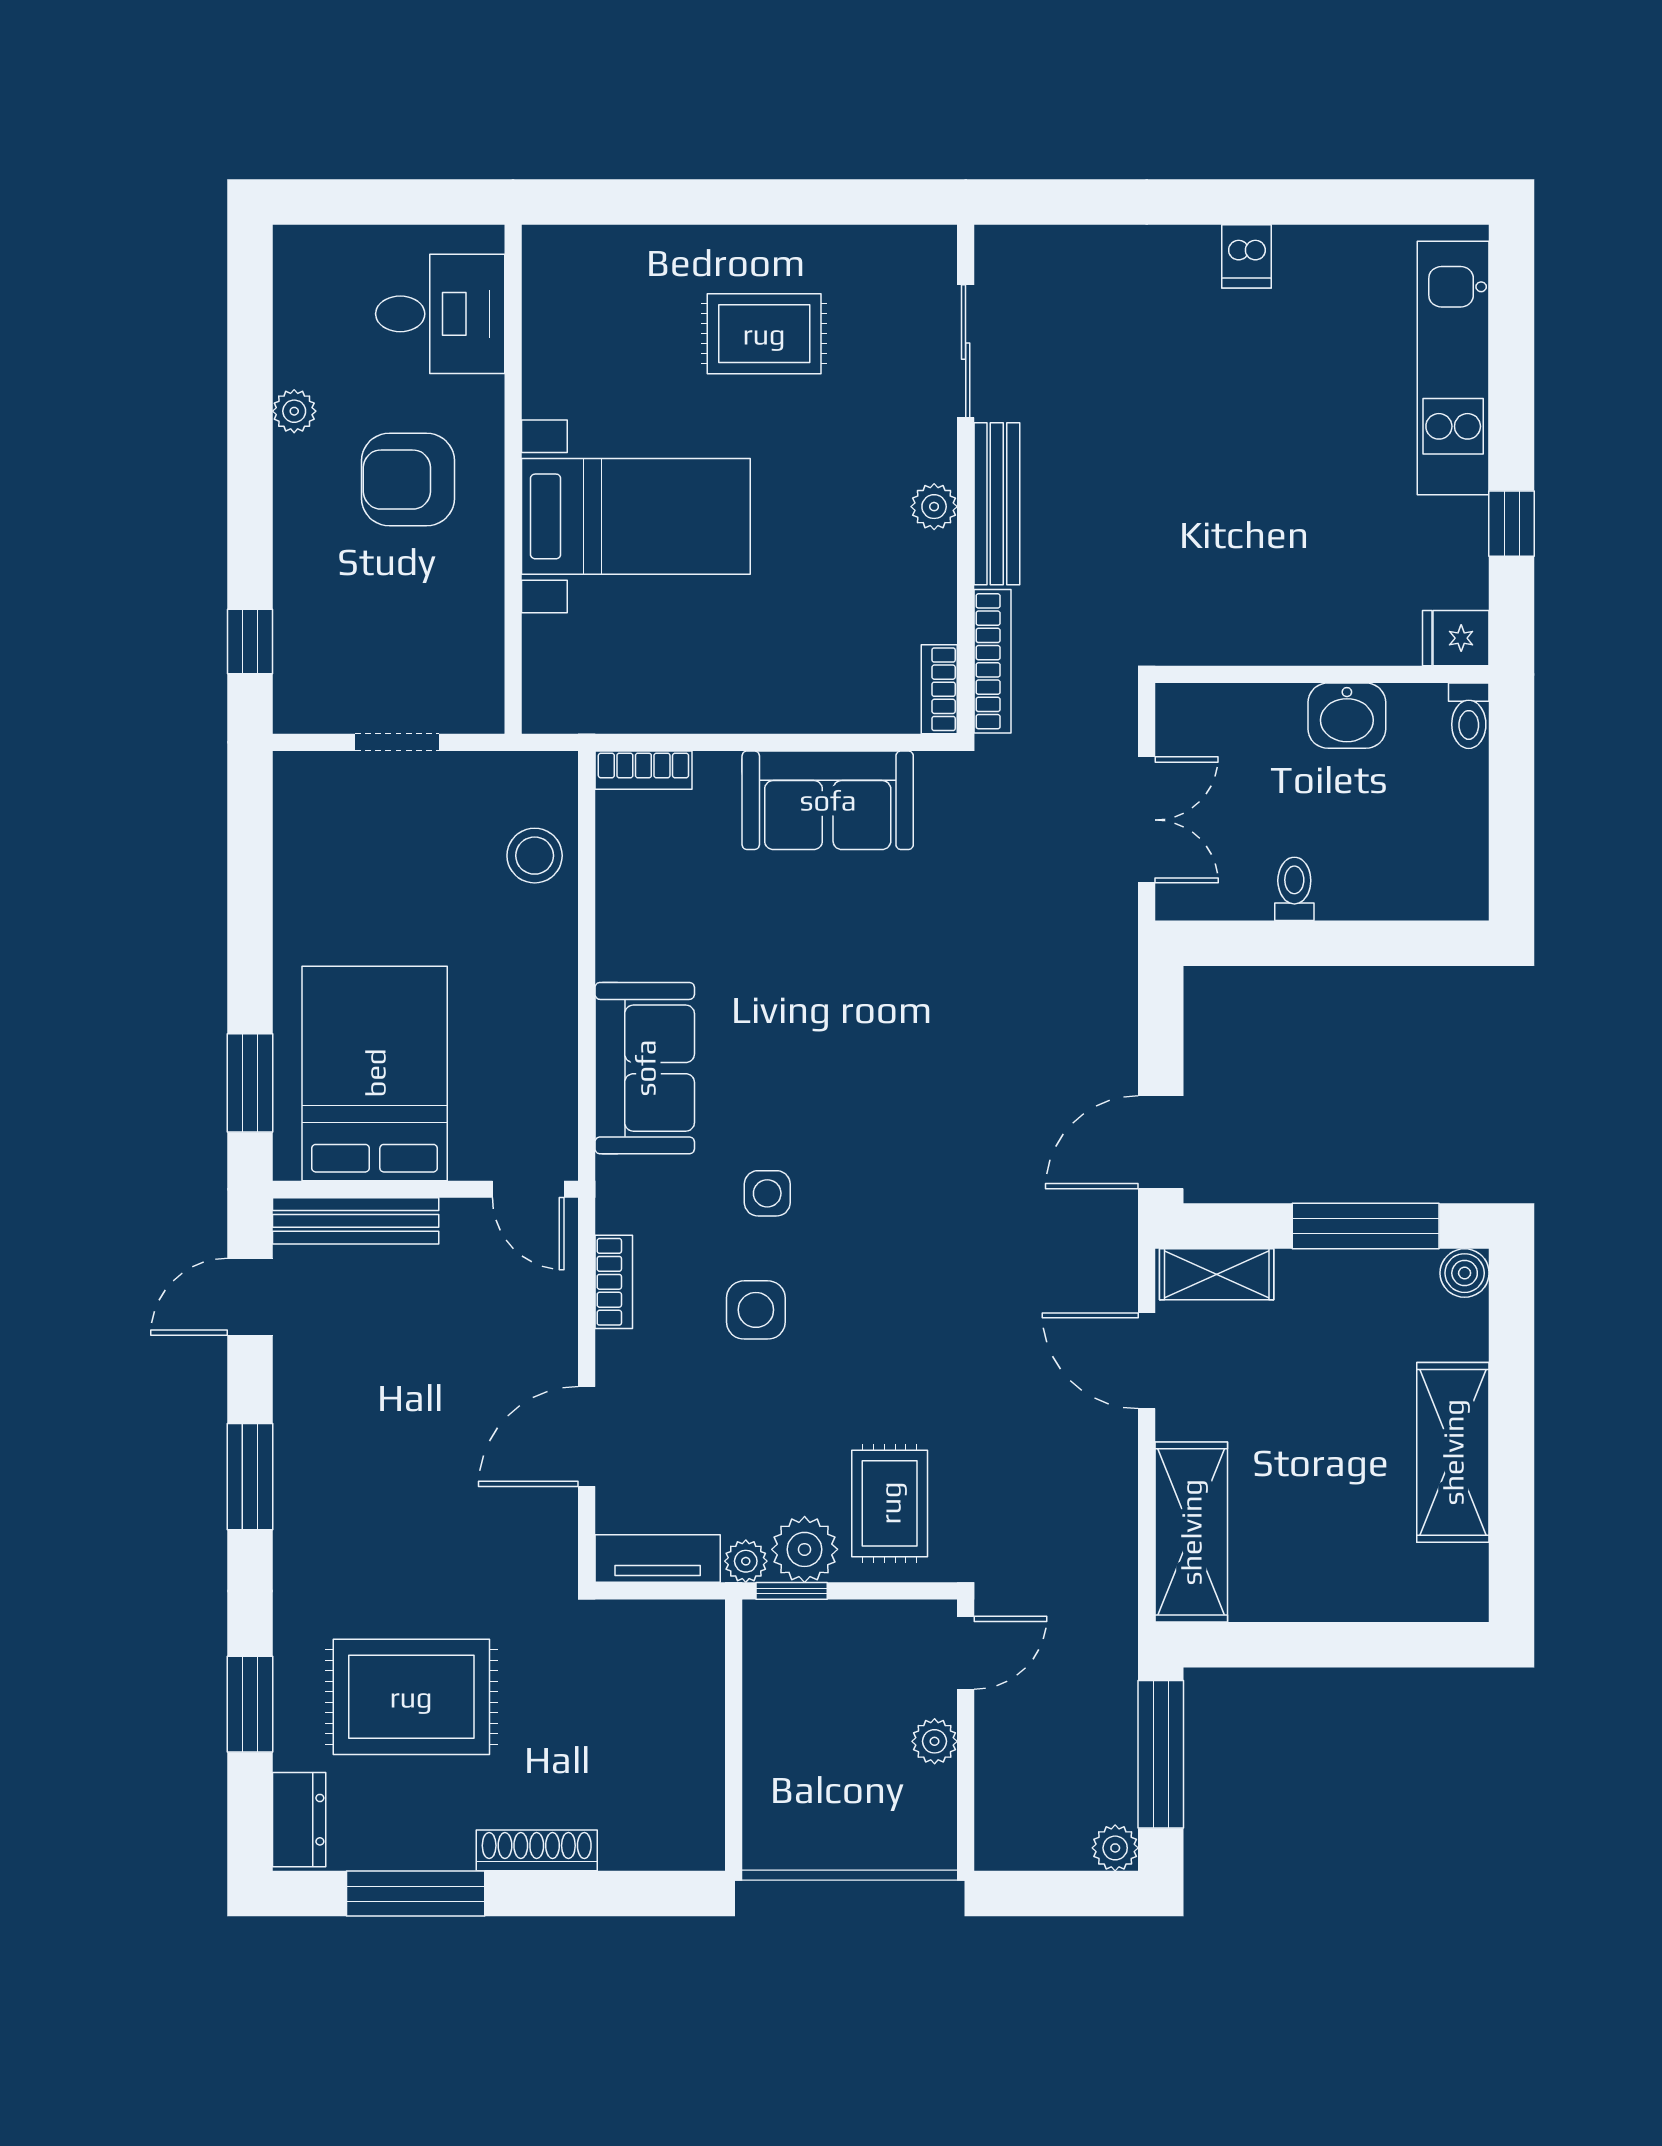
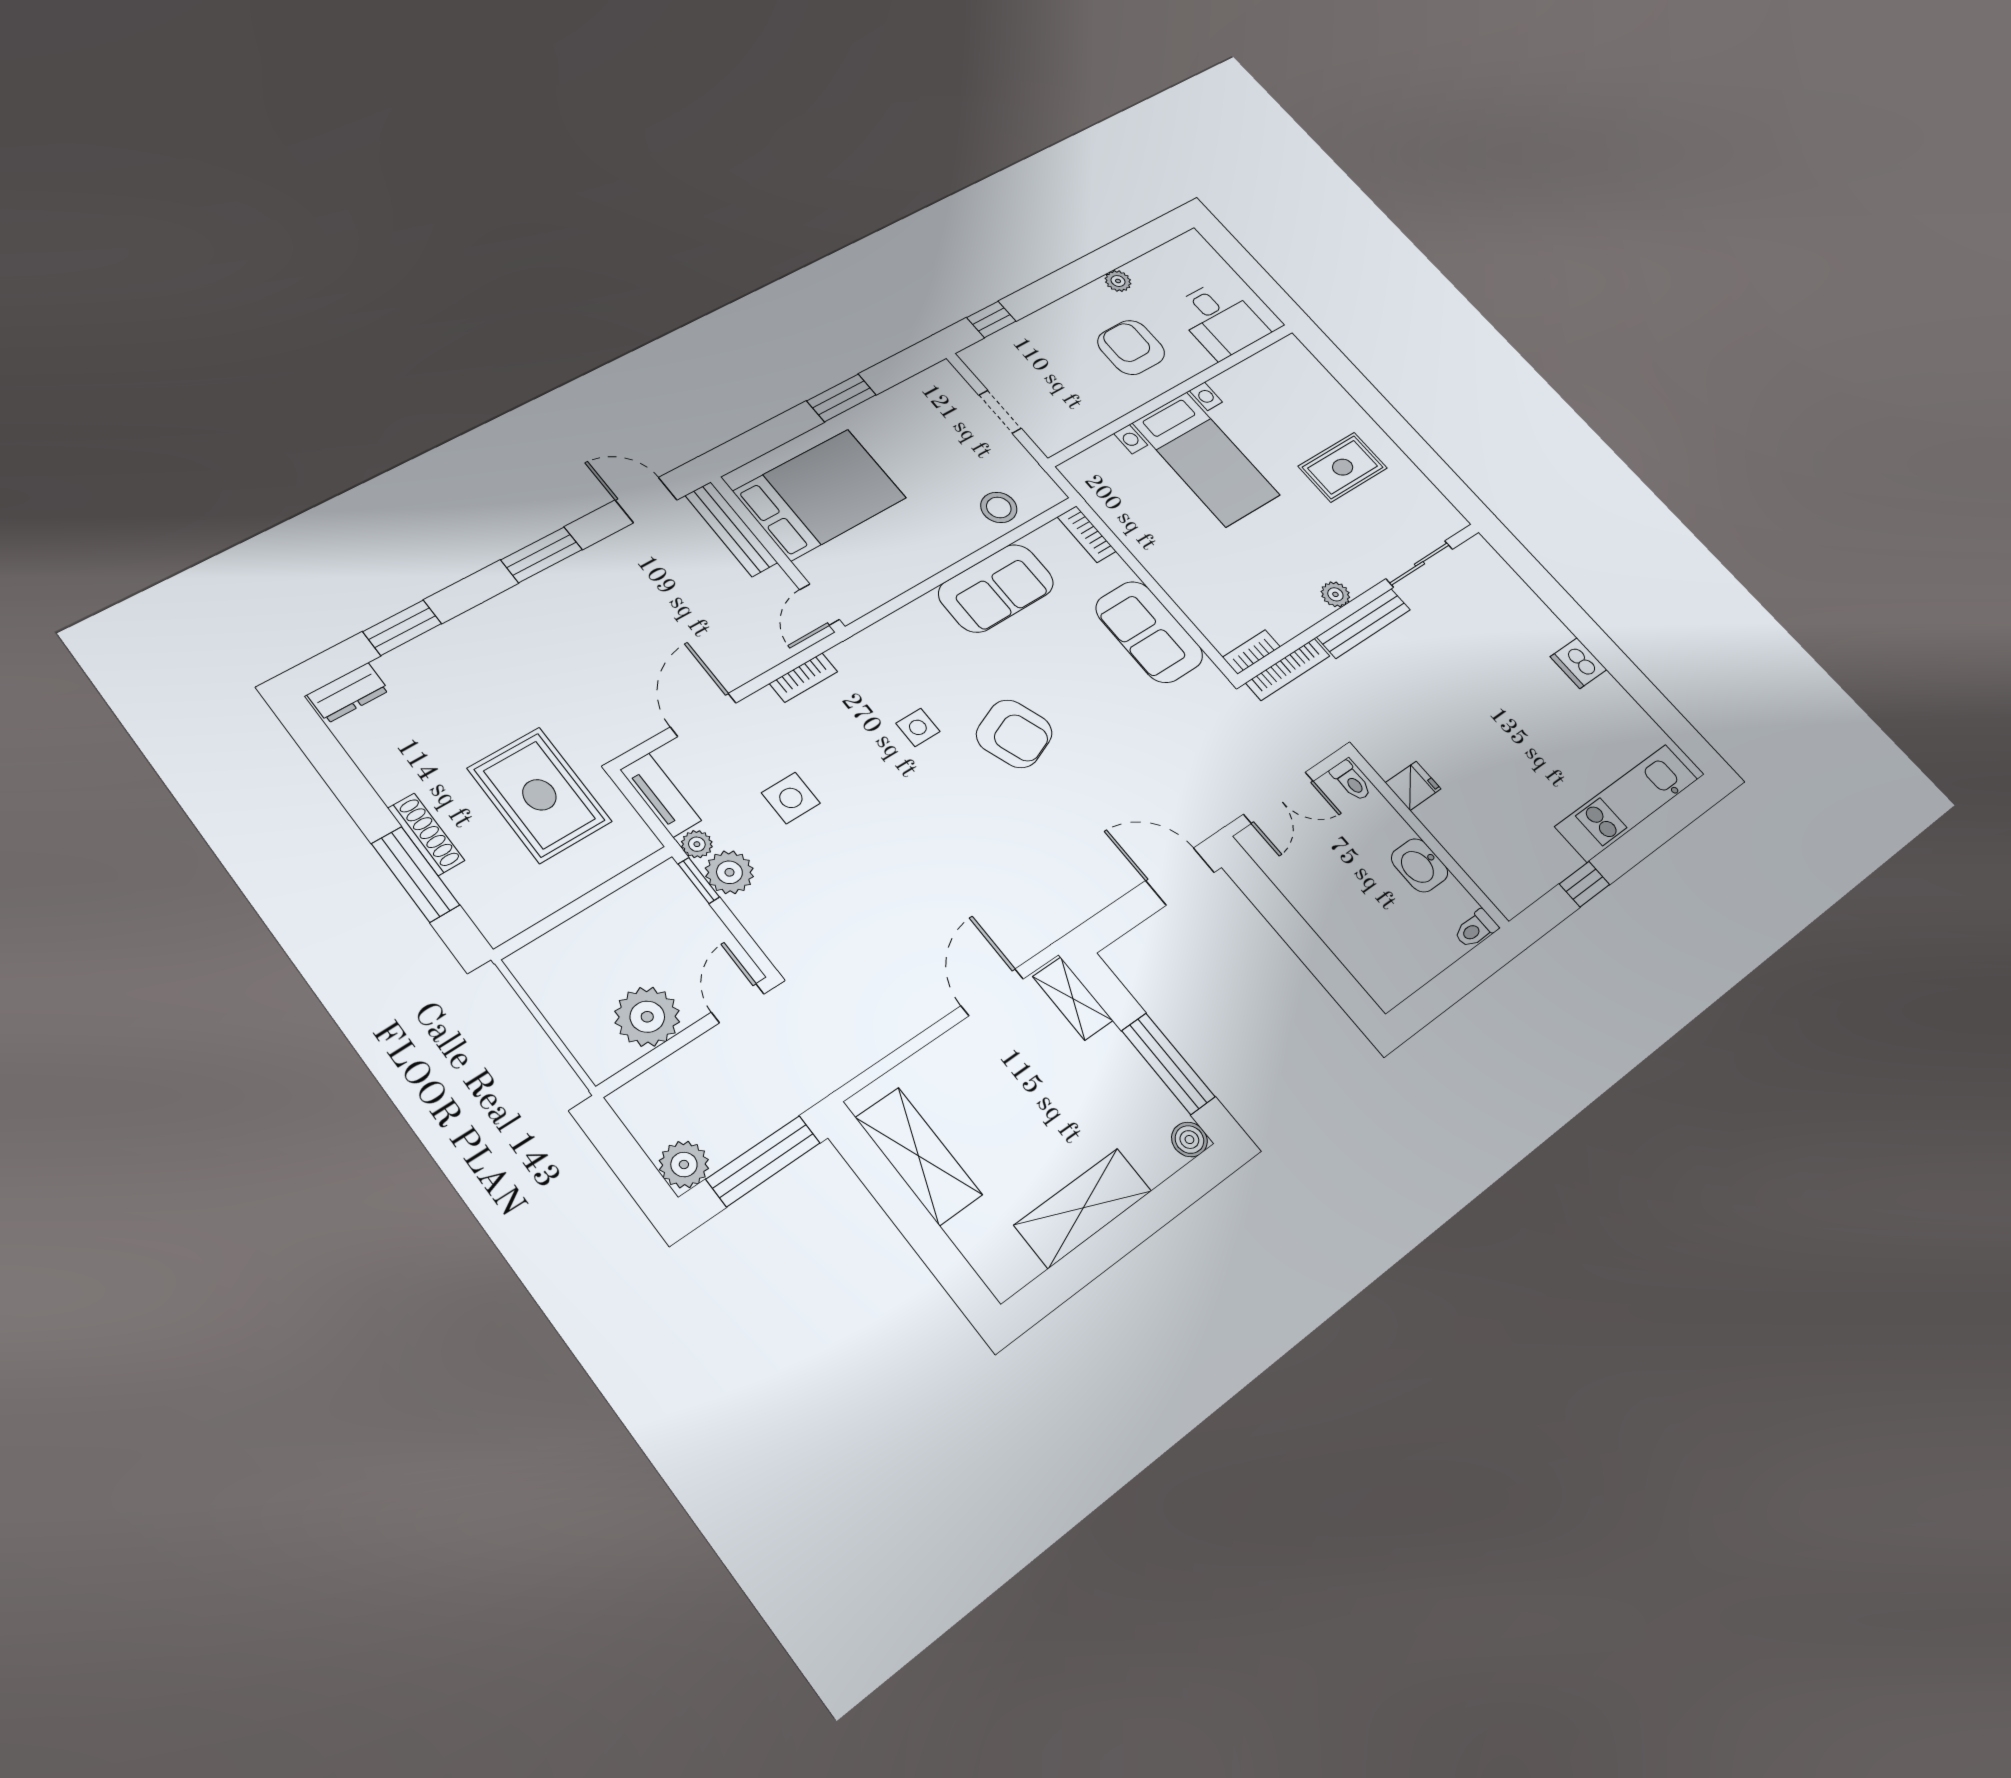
dishwasher: (1247, 256) -> (1579, 663), width x1.38
rug: (764, 334) -> (1343, 467), turned 90
fridge: (1456, 638) -> (1413, 786), moved, turned 90
toilet: (1294, 889) -> (1351, 781), moved, turned 90
sofa: (645, 1068) -> (996, 588), moved
armchair: (851, 1082) -> (1014, 734), added
window: (250, 1083) -> (841, 398), moved
door: (1161, 1142) -> (1180, 876), moved
side table: (756, 1310) -> (791, 798), moved
door: (587, 1437) -> (703, 715), hinge flipped
rug: (890, 1503) -> (794, 902), removed
shelving: (1191, 1532) -> (919, 1156), moved, turned 90
door: (966, 1653) -> (738, 1003), swing flipped
rug: (411, 1697) -> (539, 795), moved
plant: (935, 1741) -> (647, 1017), width x1.87, depth x1.87
plant: (1115, 1848) -> (684, 1165), width x1.38, depth x1.38
window: (416, 1894) -> (415, 874), moved

